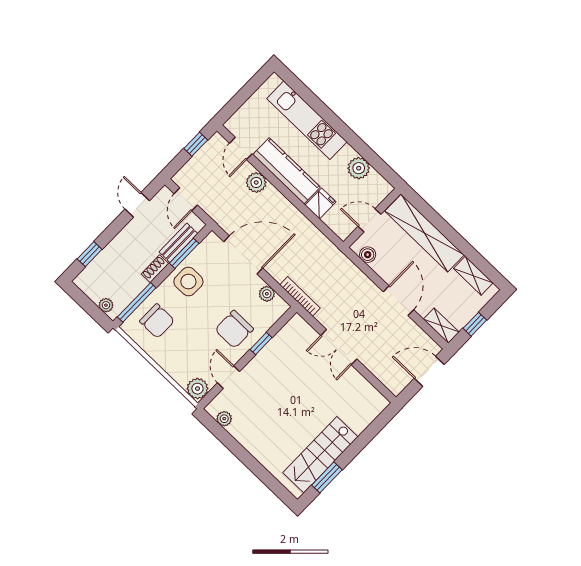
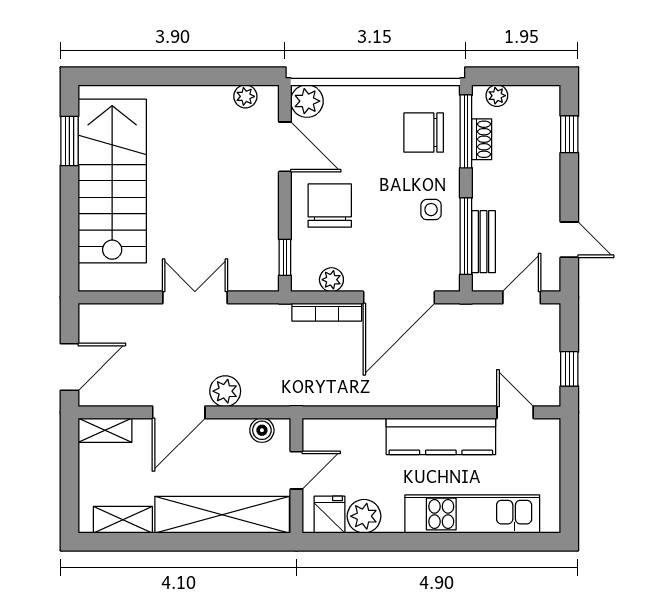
plant: (256, 182) -> (225, 391), moved
door: (186, 199) -> (522, 297), hinge flipped
fridge: (321, 204) -> (329, 515), moved, turned 180
window: (184, 253) -> (466, 236), width x1.44
shoe rack: (155, 269) -> (482, 139), moved
side table: (188, 282) -> (431, 210), width x0.54, depth x0.54
bookcase: (300, 296) -> (327, 312), moved
door: (398, 301) -> (179, 412), hinge flipped
window: (475, 324) -> (69, 468), removed
window: (261, 343) -> (285, 257), moved
door: (229, 377) -> (285, 147), width x1.38
stairs: (320, 455) -> (112, 181), width x1.36, depth x1.51

